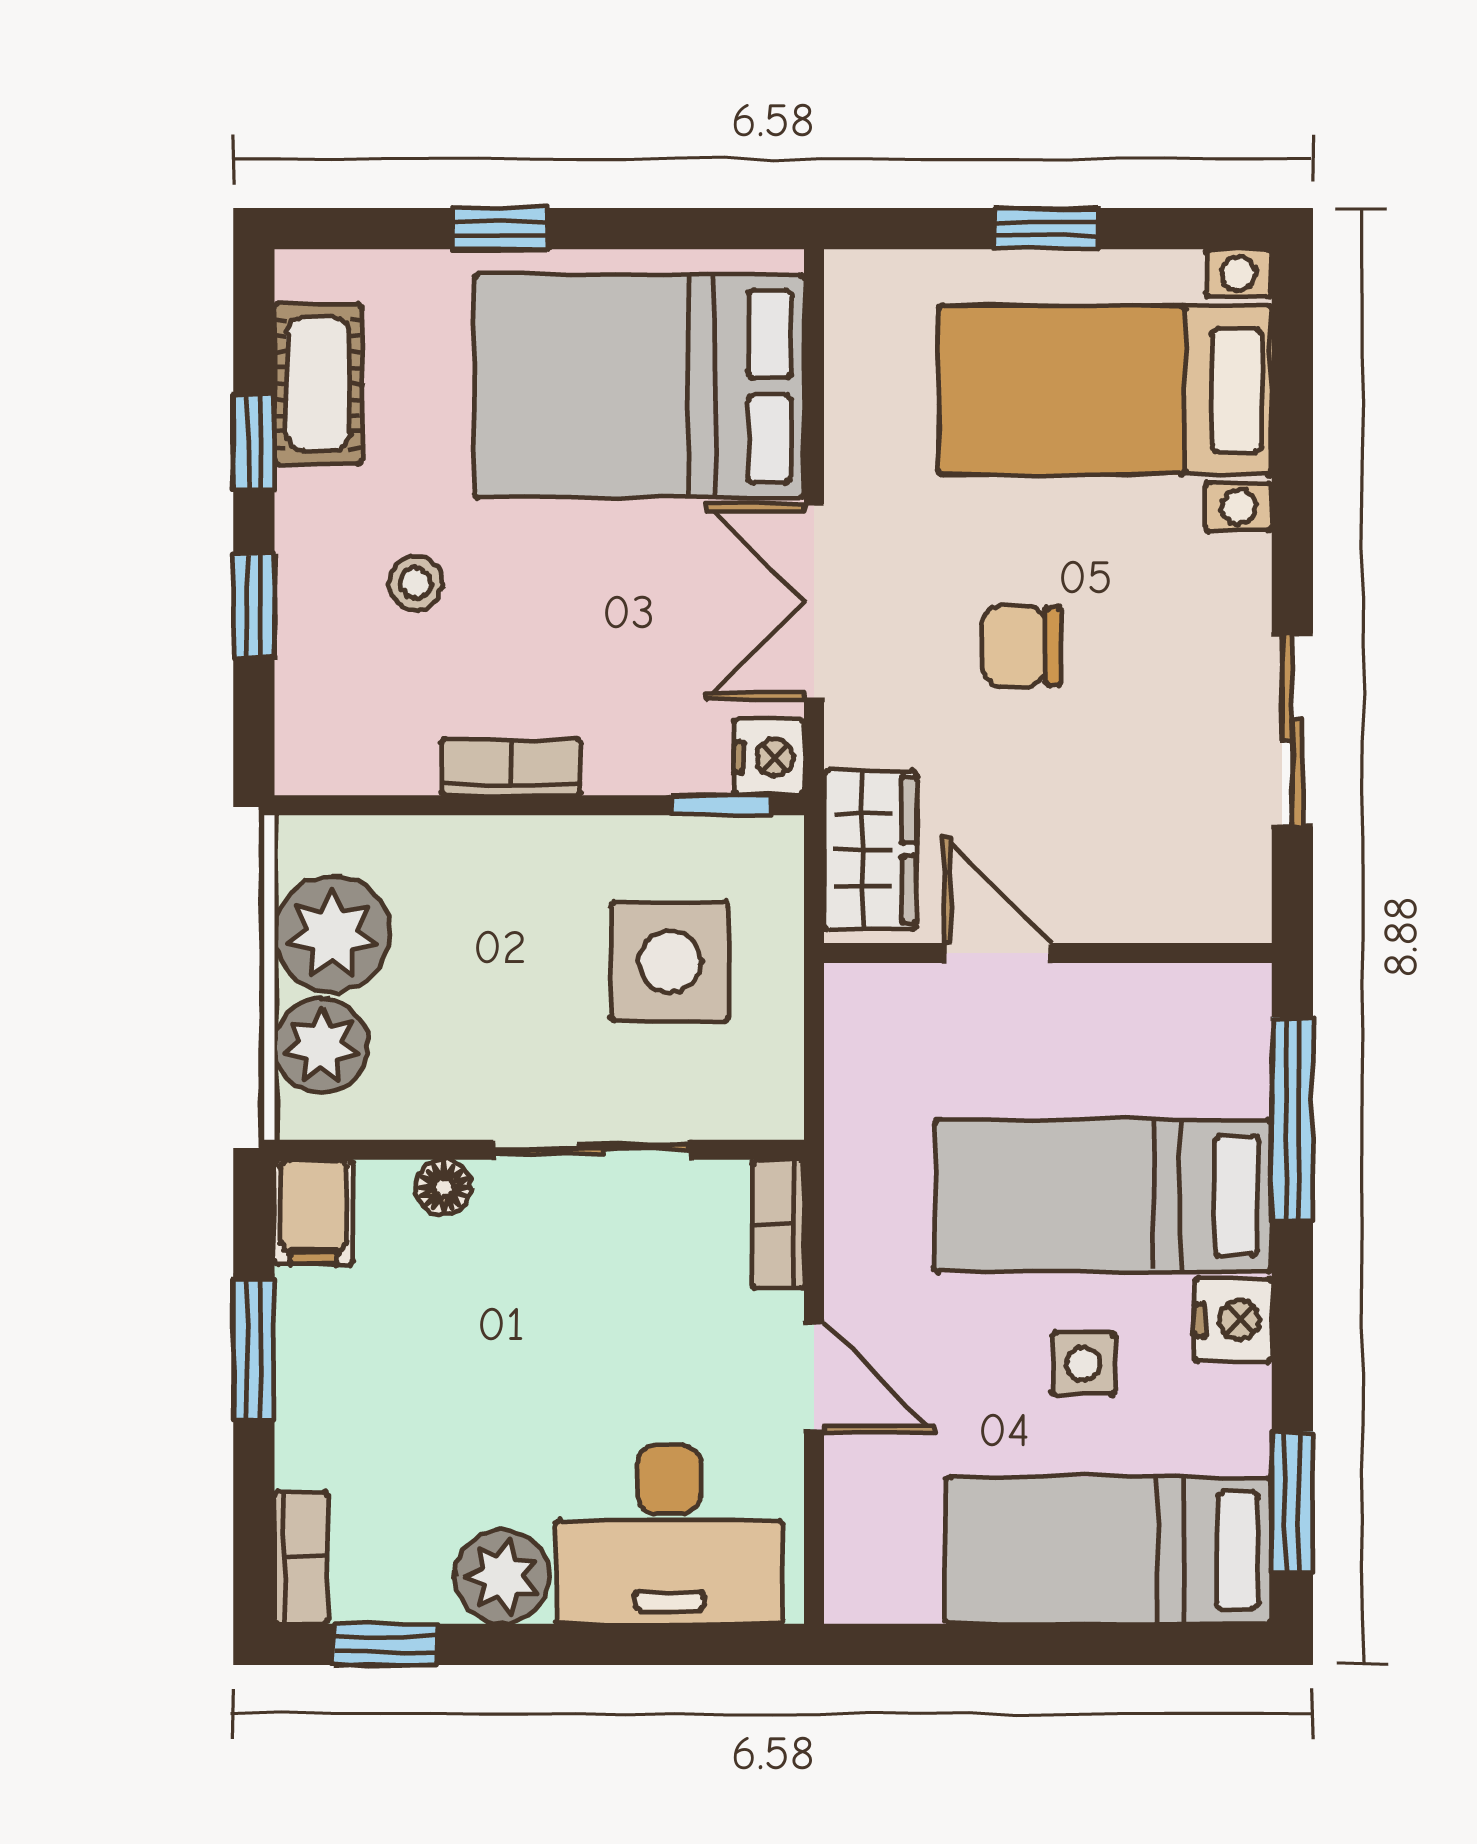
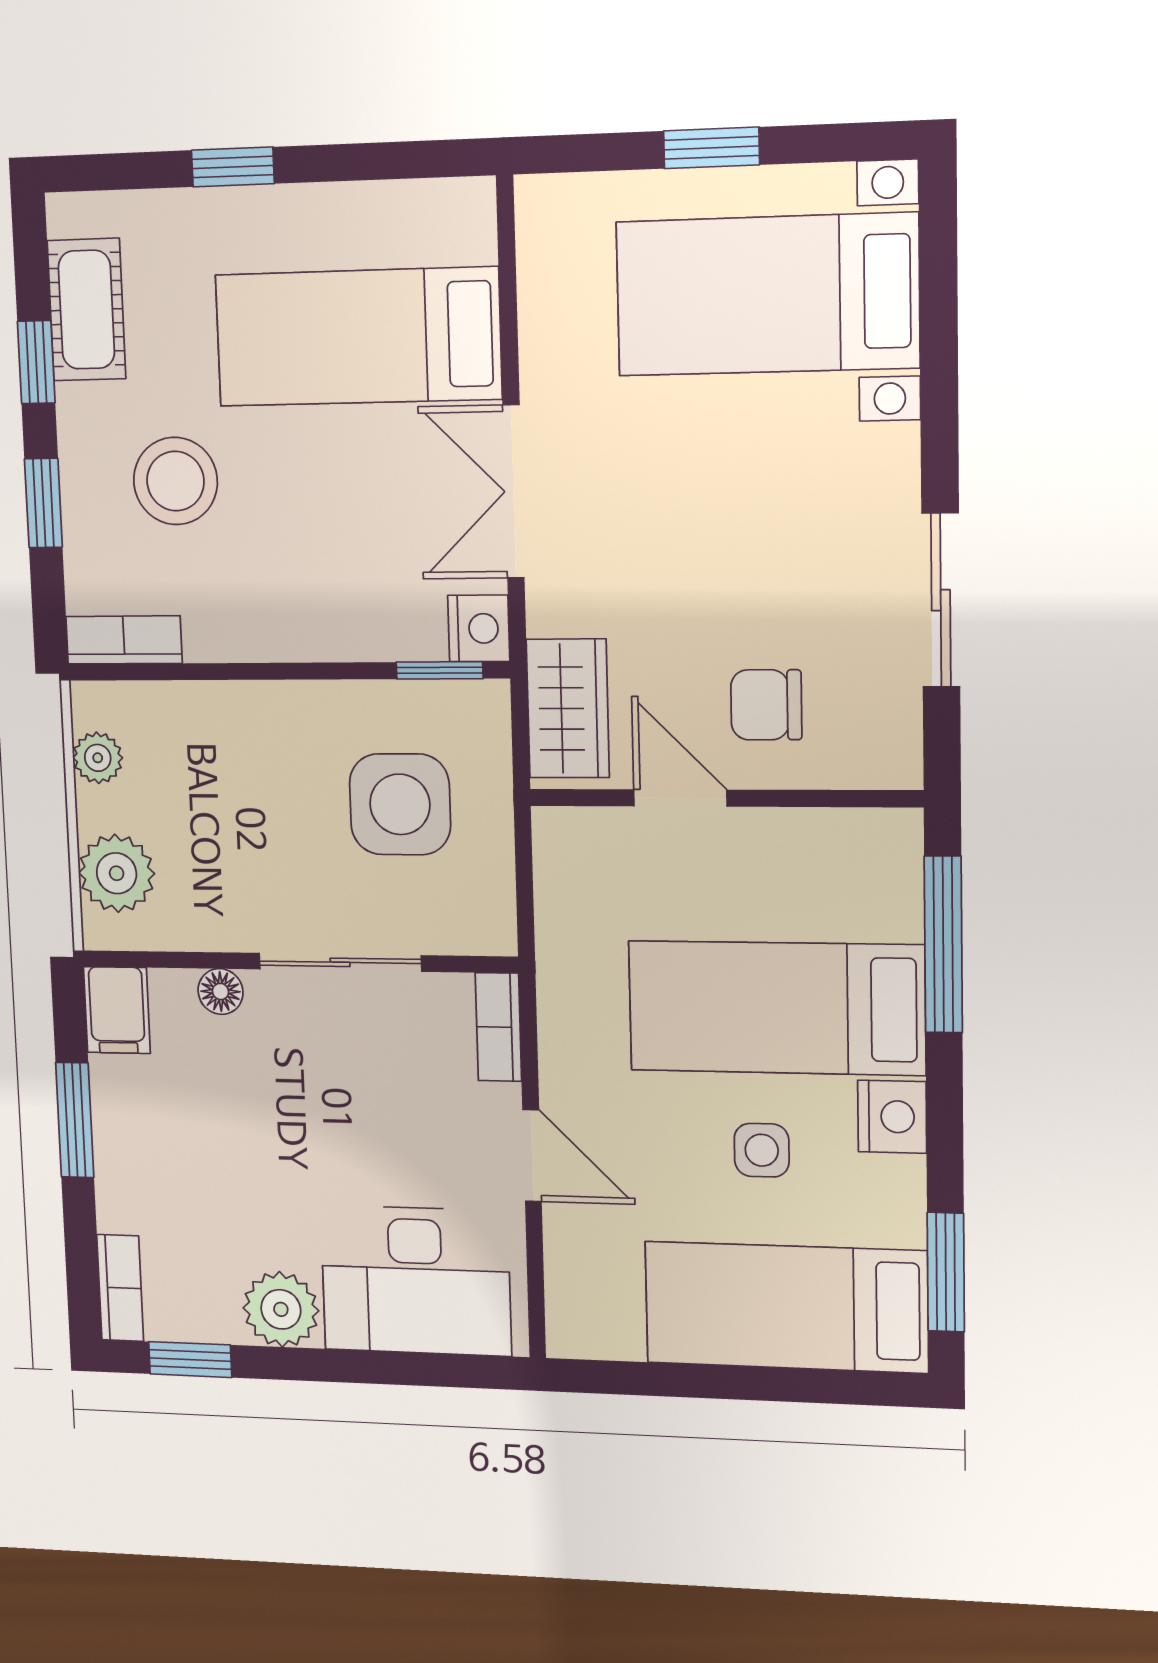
bed: (639, 386) -> (358, 337), width x0.67
stool: (416, 583) -> (175, 481), width x1.89, depth x1.89
chair: (1022, 646) -> (766, 705), moved
bookcase: (511, 767) -> (124, 640), moved
plant: (332, 934) -> (98, 758), width x0.53, depth x0.53

